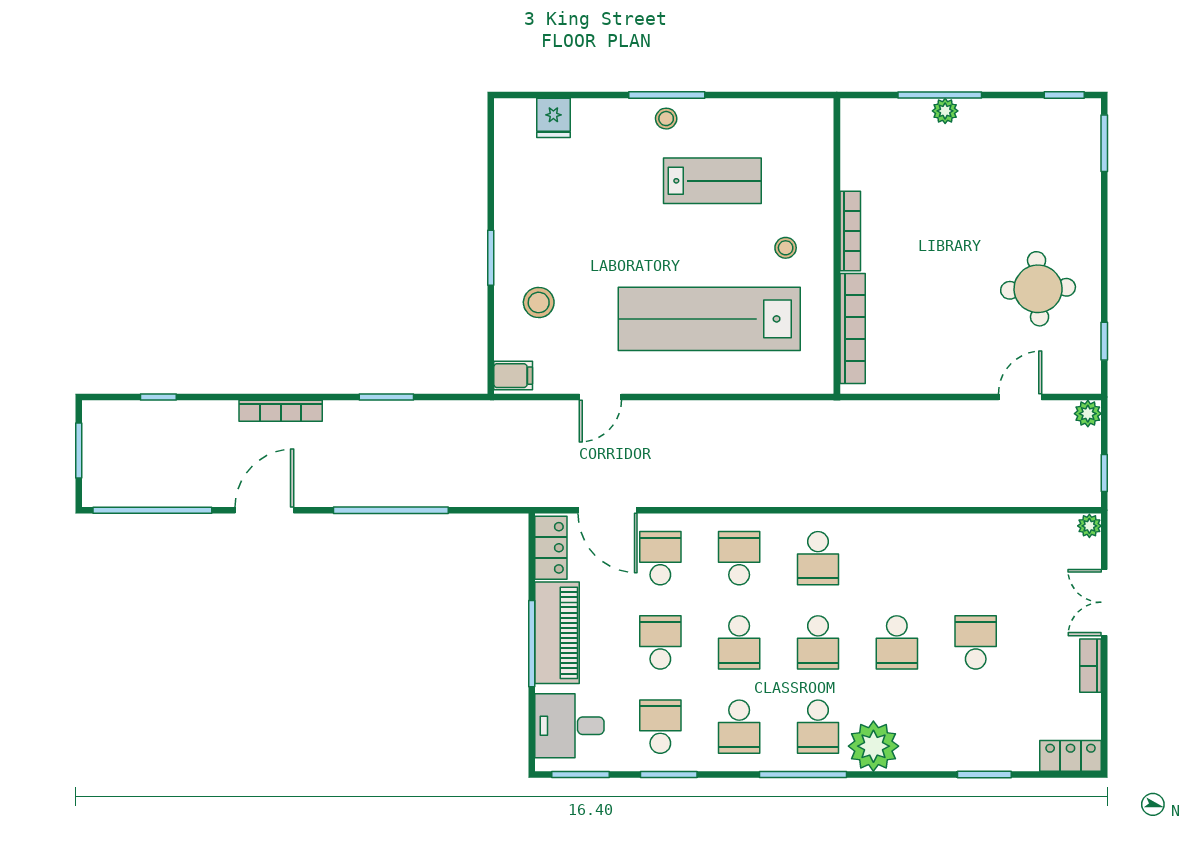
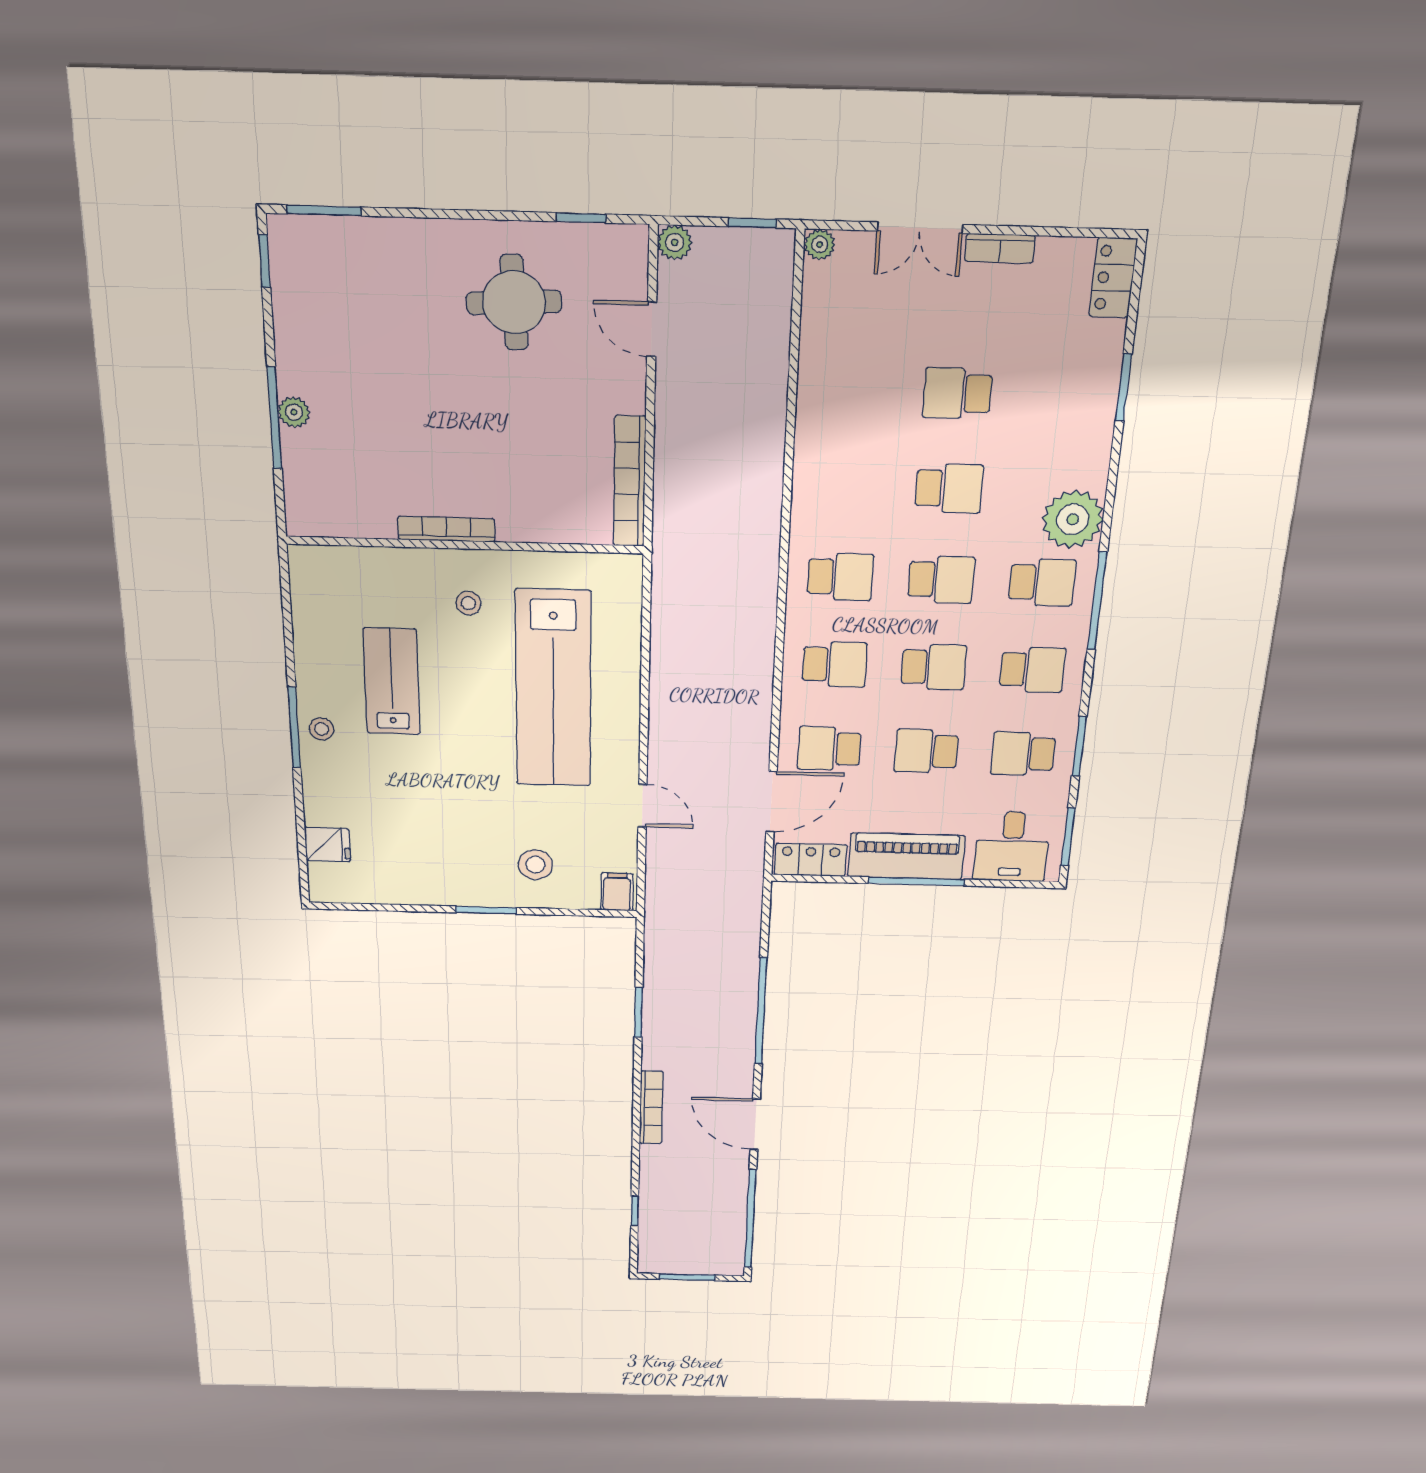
bookcase: (853, 328) -> (630, 482), moved, turned -90
school desk: (739, 558) -> (835, 664), turned 180

